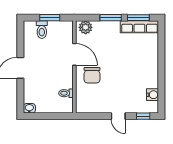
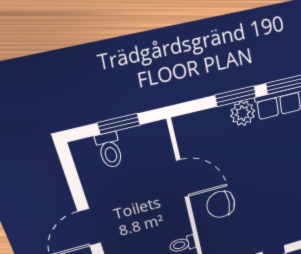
plant: (86, 27) -> (243, 113), moved
chair: (92, 75) -> (221, 204), turned 90

